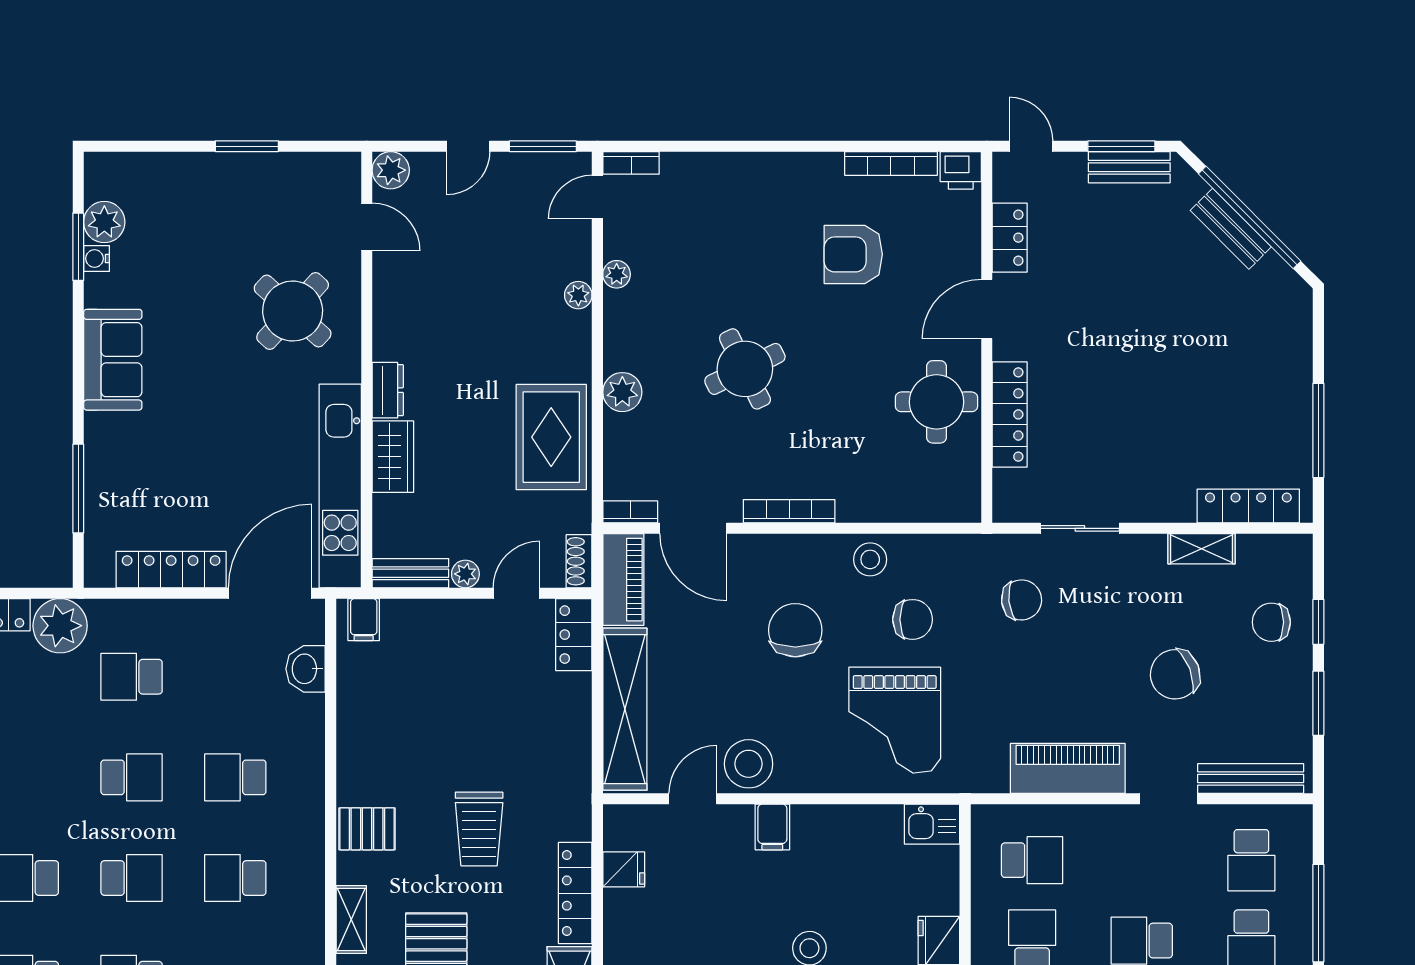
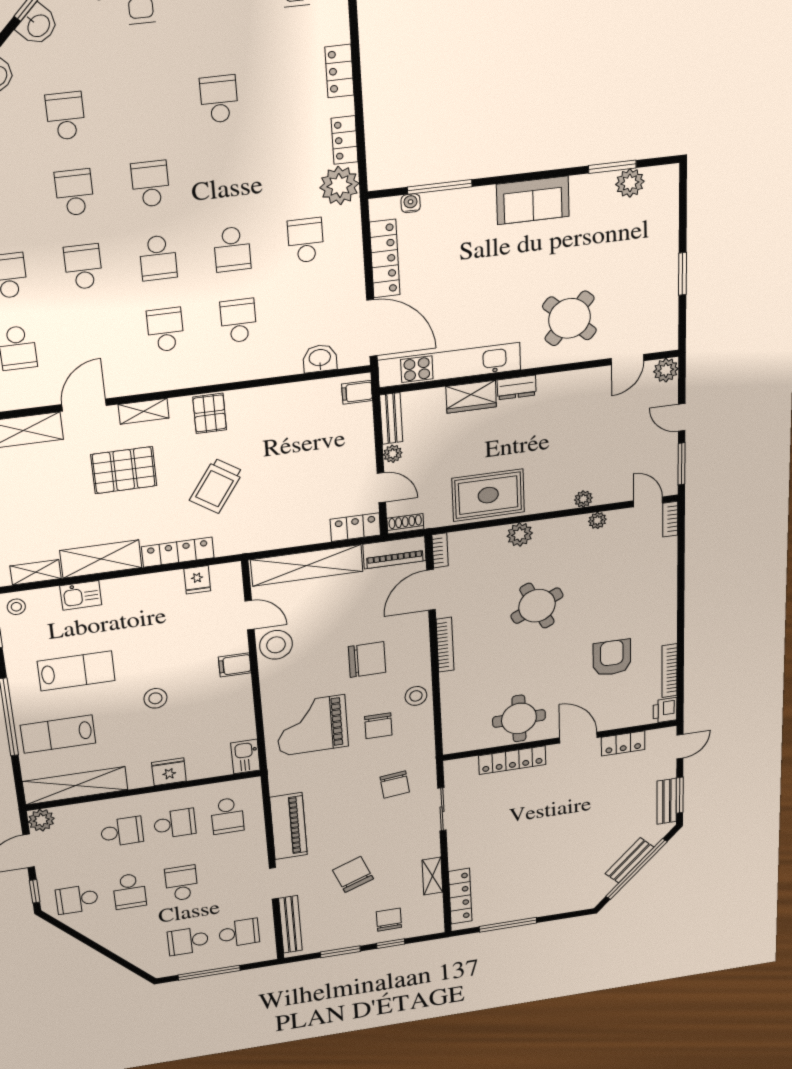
water cooler: (97, 259) -> (411, 203), moved
trolley: (479, 829) -> (216, 486), turned -56
school desk: (1251, 860) -> (239, 933), turned 180

